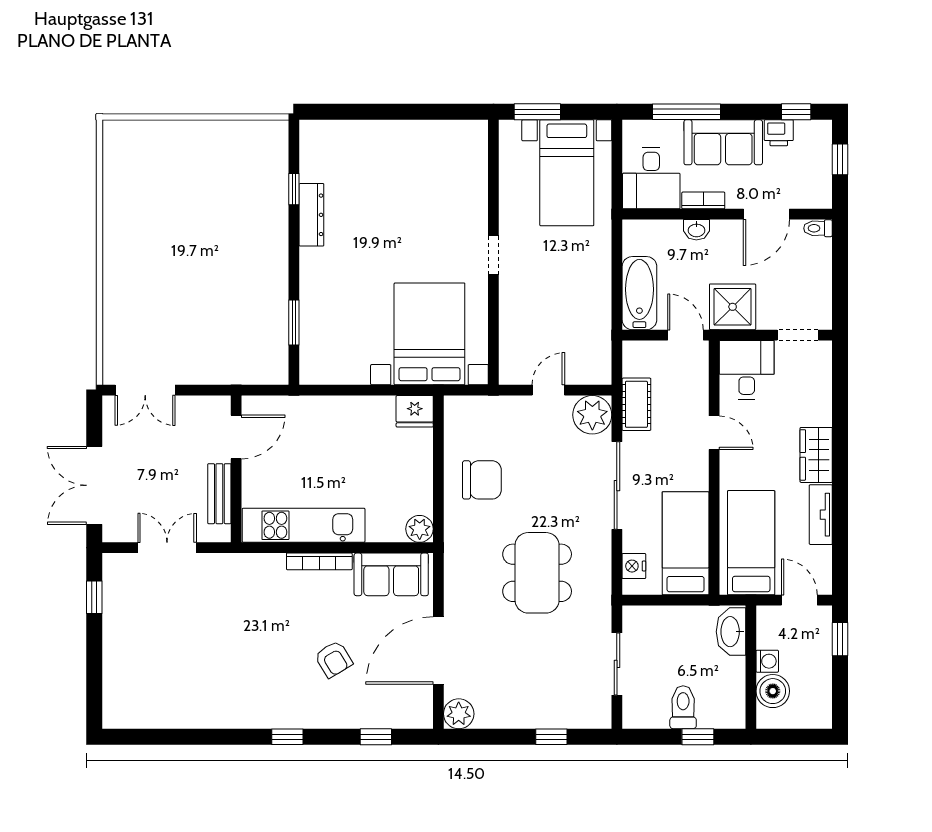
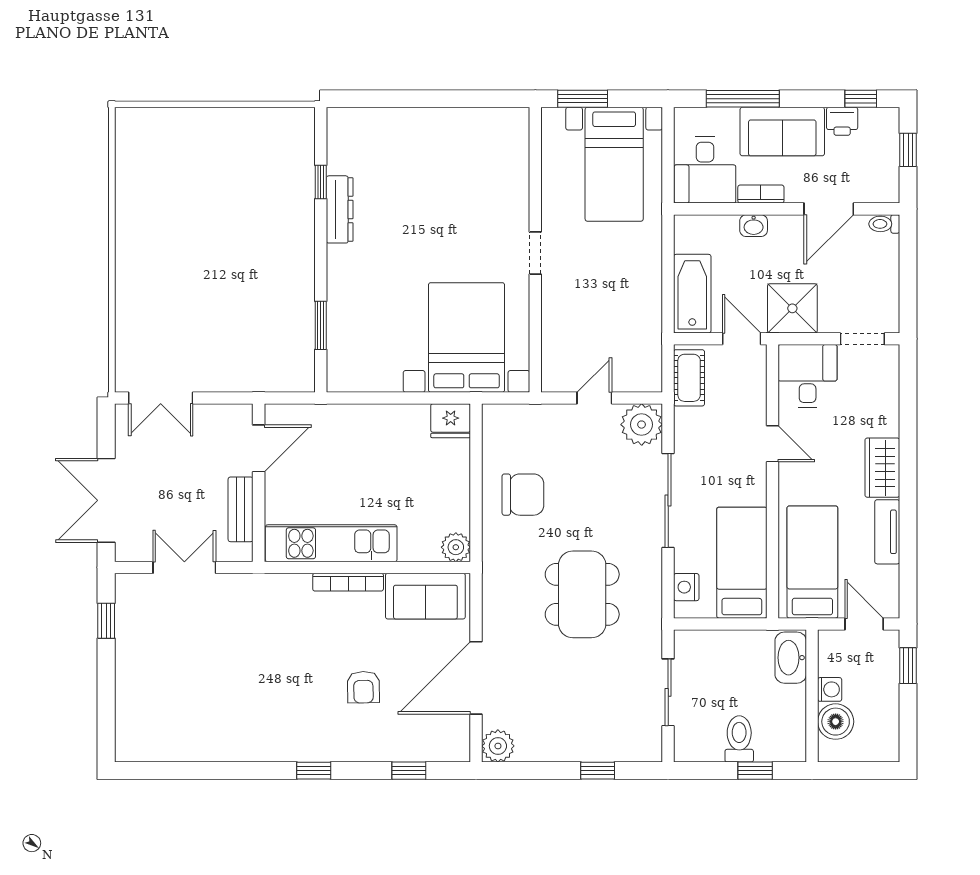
cot: (636, 404) -> (689, 378), moved
armchair: (334, 659) -> (363, 687), turned 30

